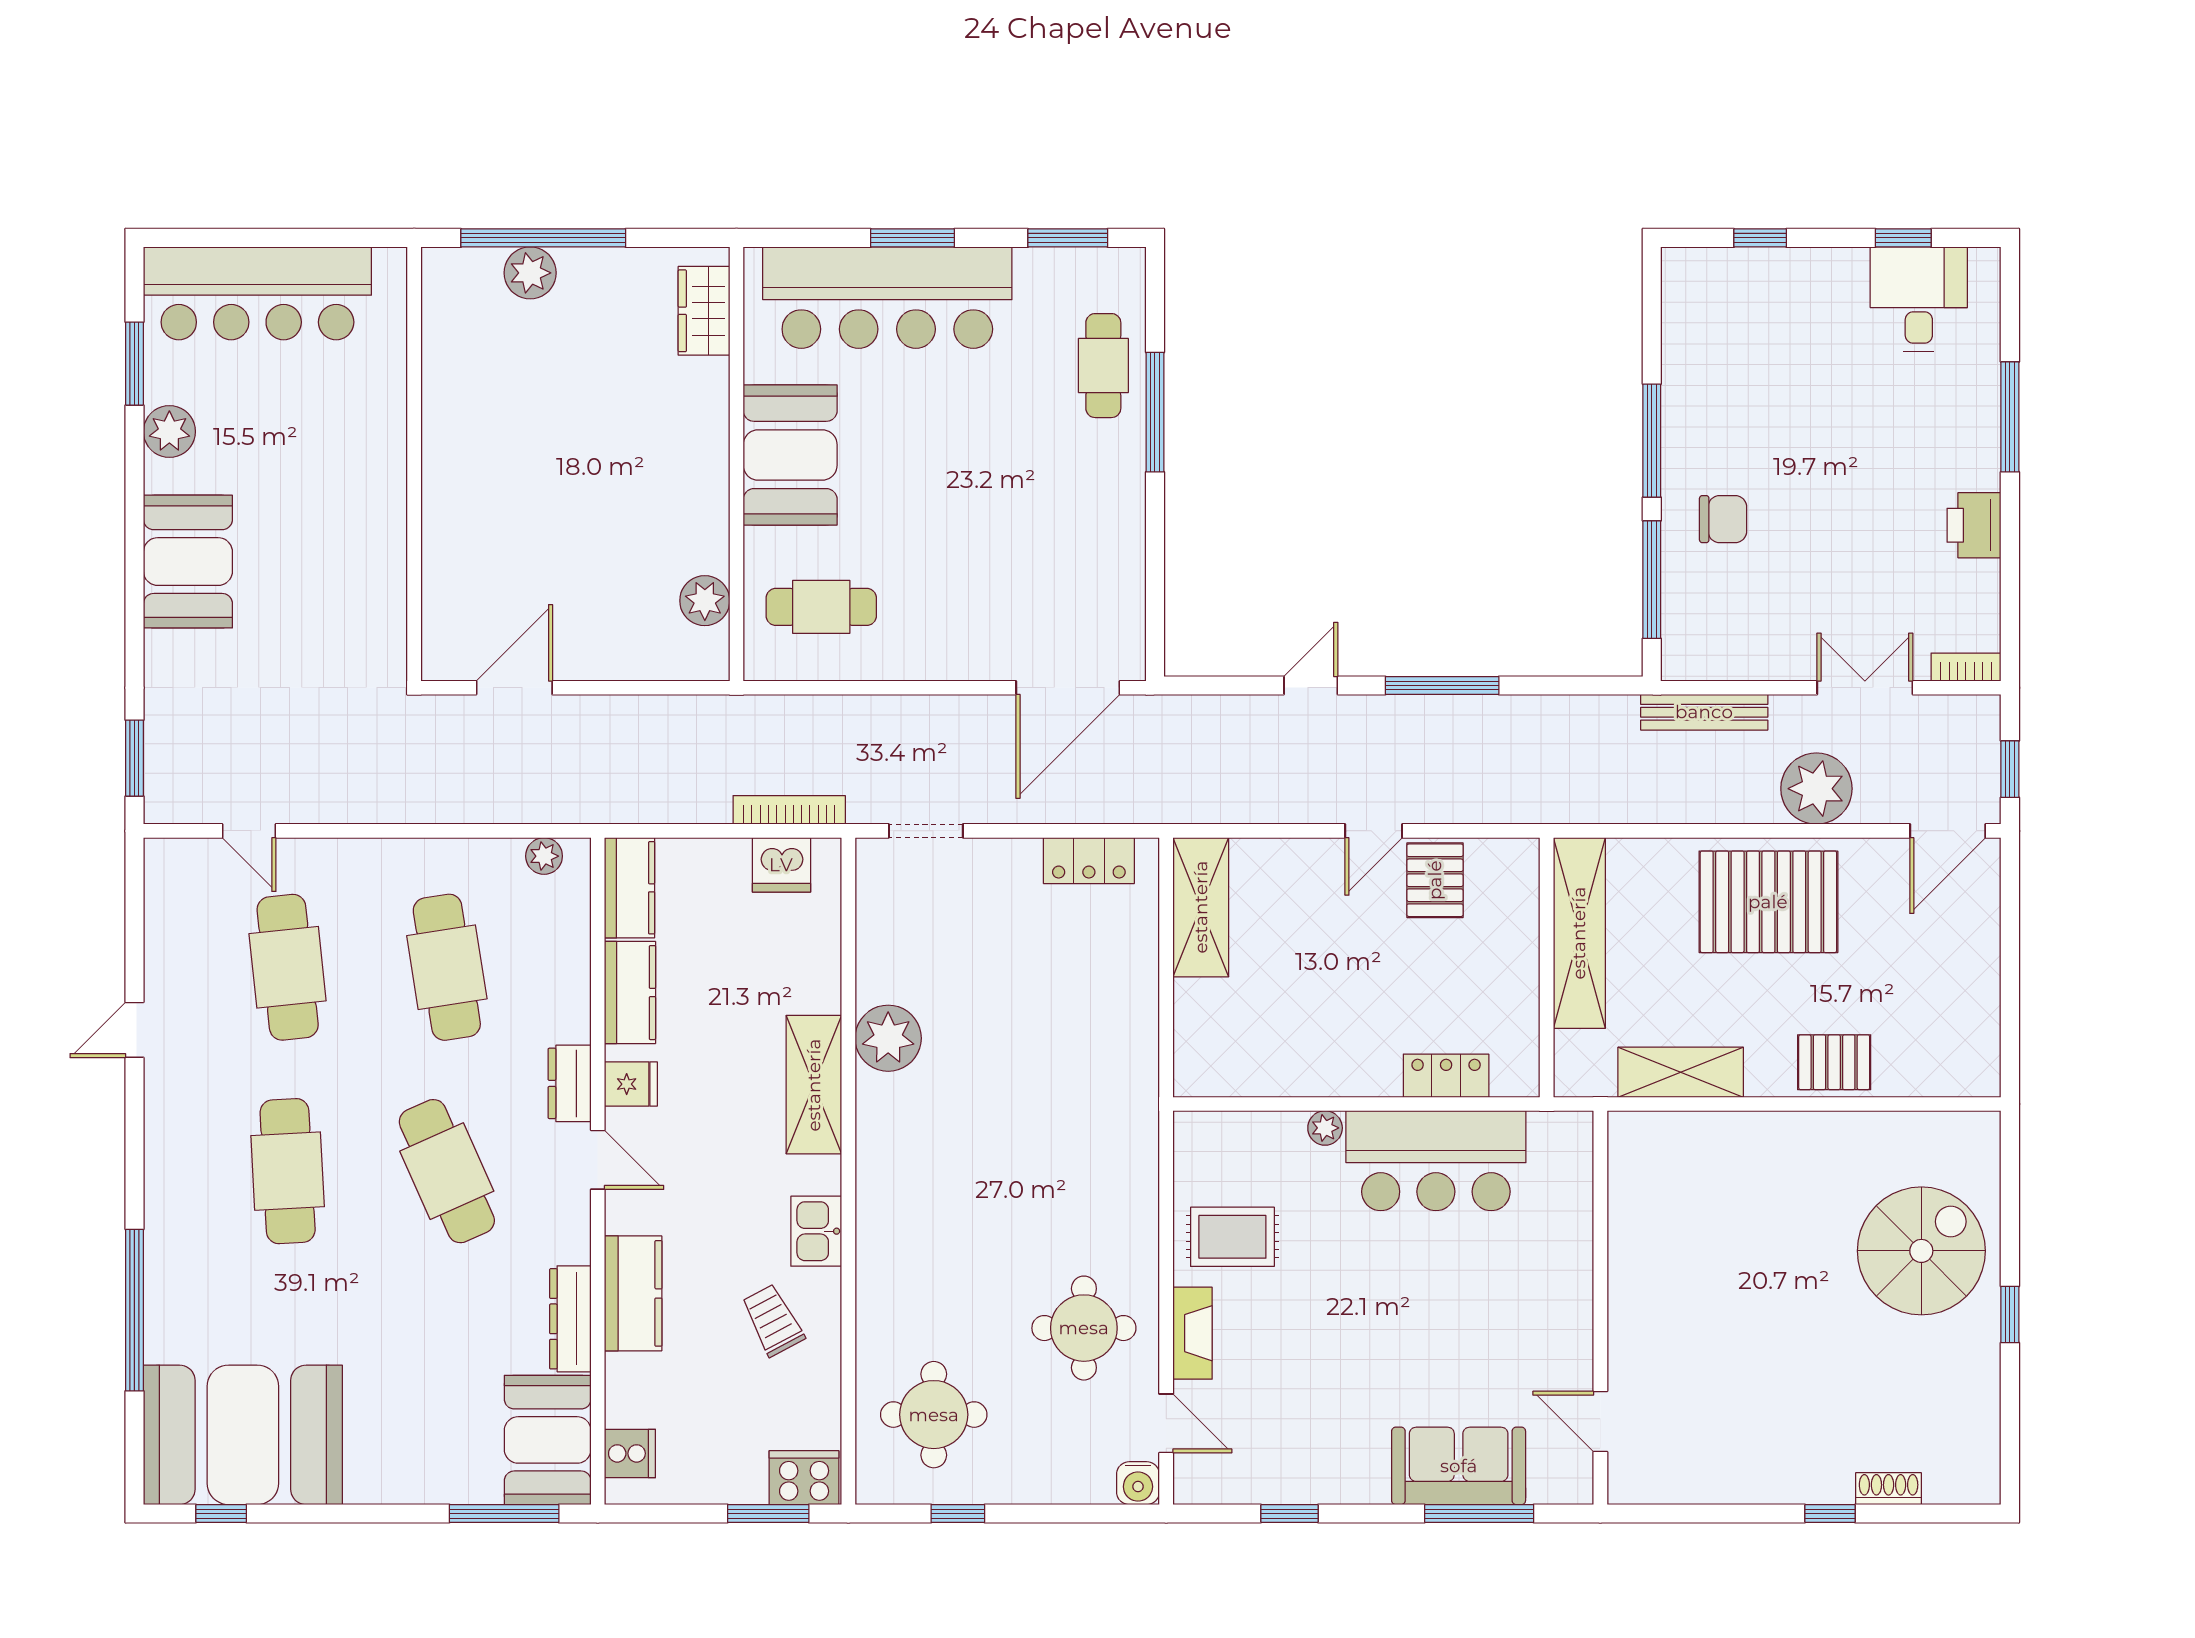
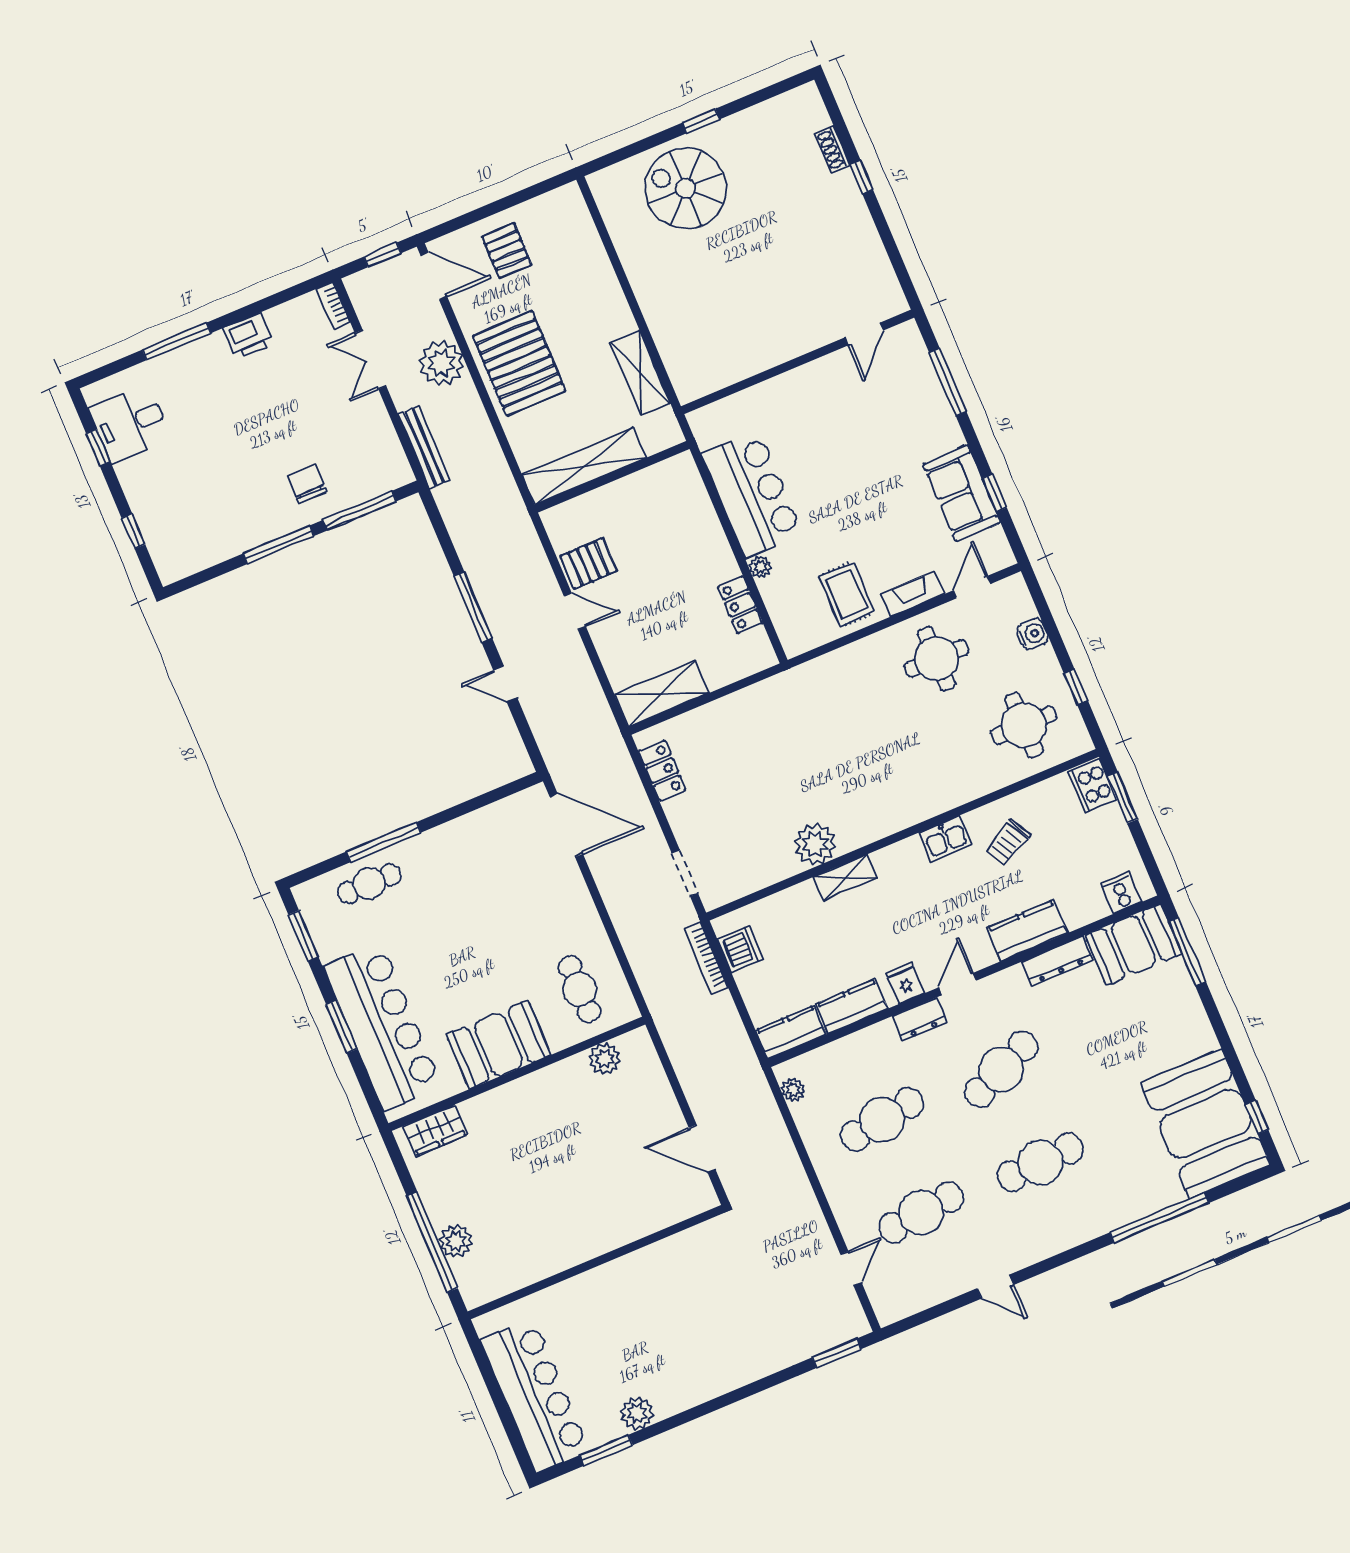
booth: (188, 562) -> (709, 1370), removed
pallet: (1834, 1062) -> (507, 251), moved
locker: (1446, 1076) -> (740, 605), moved
shelving: (814, 1085) -> (845, 878), width x0.67, depth x0.75
sofa: (1459, 1466) -> (962, 493), moved
water cooler: (1138, 1483) -> (1033, 634), moved

